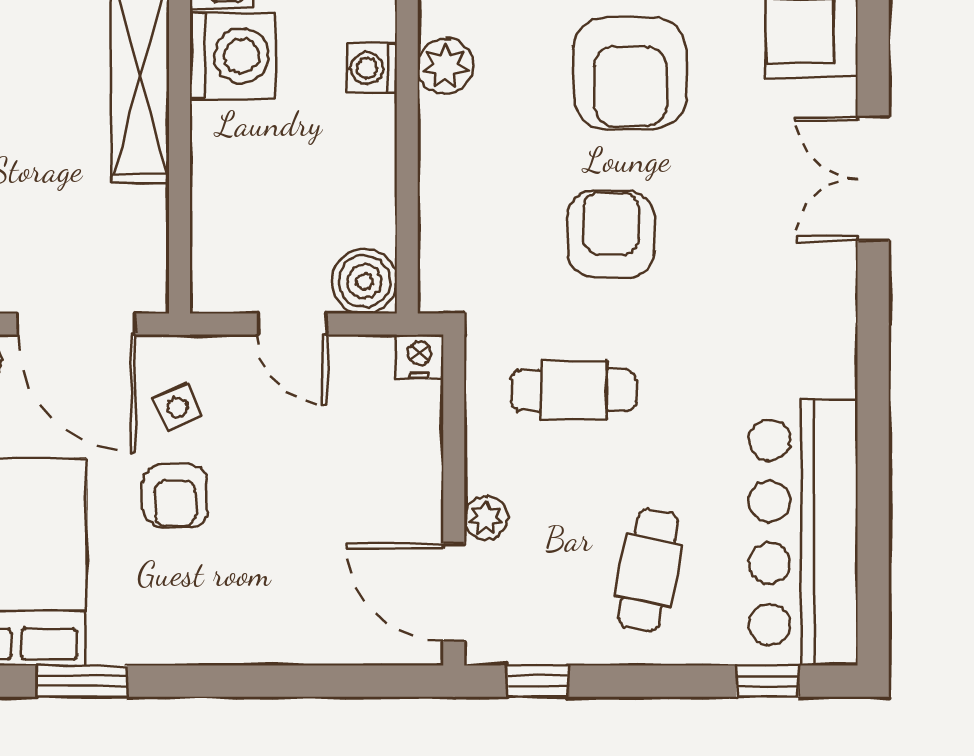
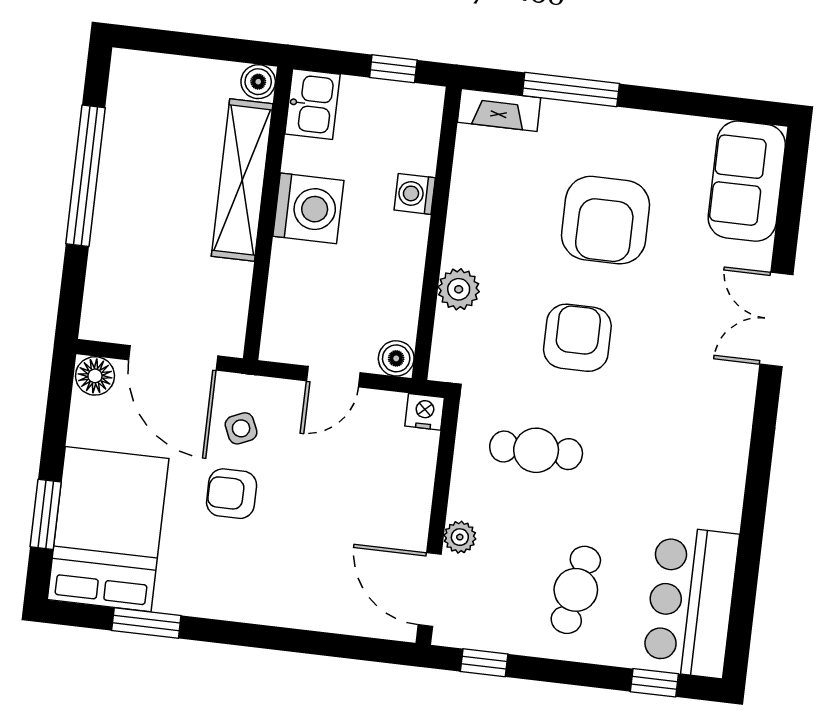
washing machine: (233, 56) -> (308, 208), moved
plant: (445, 66) -> (459, 289), moved
boiler: (364, 281) -> (396, 358), width x0.73, depth x0.73
door: (292, 324) -> (333, 377), hinge flipped
armchair: (175, 496) -> (232, 494), turned 90
bar counter: (803, 532) -> (691, 602), width x0.73

